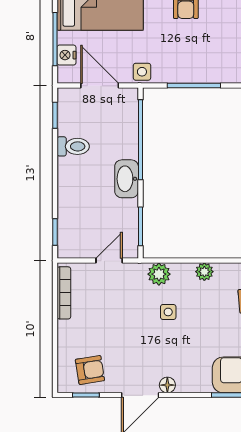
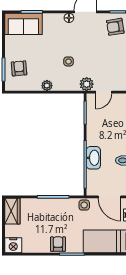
washbasin: (127, 179) -> (93, 158), moved
plant: (159, 274) -> (87, 84), moved

